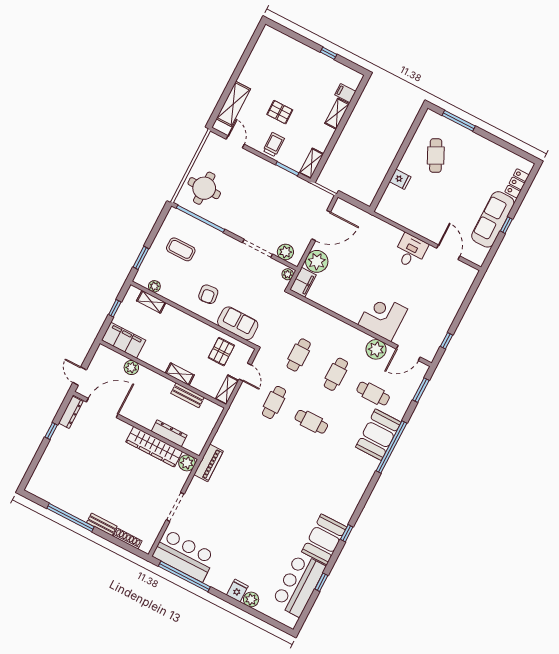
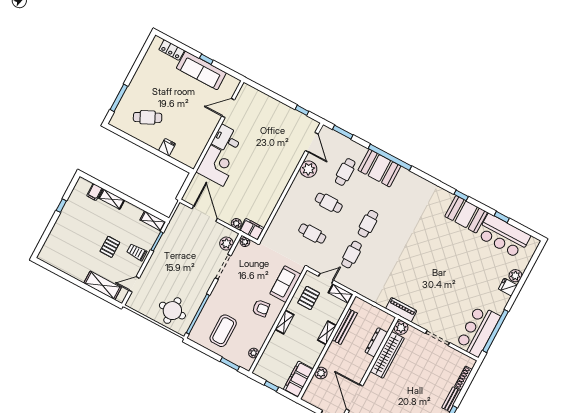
coffee table: (181, 249) -> (223, 331), width x1.36, depth x1.32
plant: (317, 261) -> (236, 223), width x0.53, depth x0.53
shelving: (151, 302) -> (284, 322), moved
corner desk: (383, 317) -> (217, 165), moved, turned 180
pallet: (221, 352) -> (309, 298), turned 90
bench: (187, 395) -> (345, 327), width x1.36
cafe table: (274, 402) -> (352, 255), turned 90

